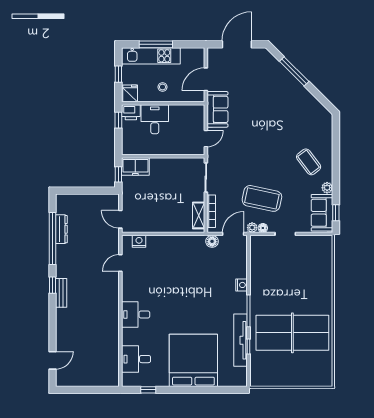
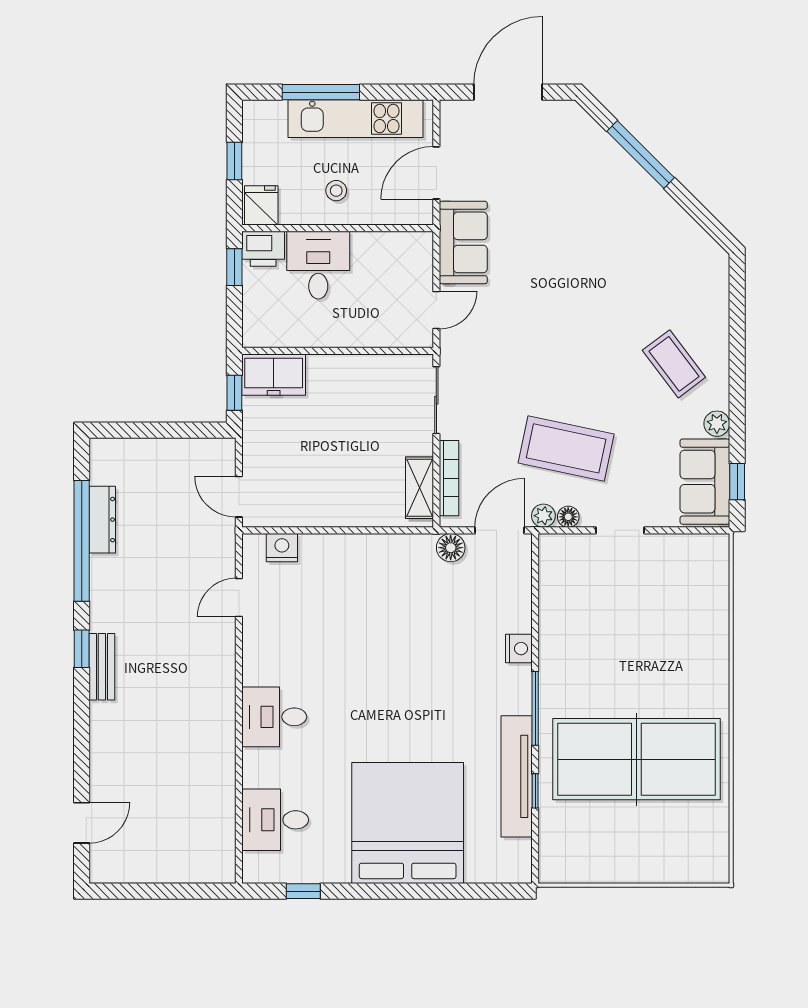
kitchen unit: (151, 56) -> (355, 119), moved

